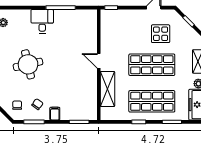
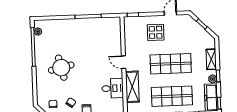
desk: (42, 21) -> (113, 88), moved, turned 90
display table: (161, 34) -> (156, 32), moved

